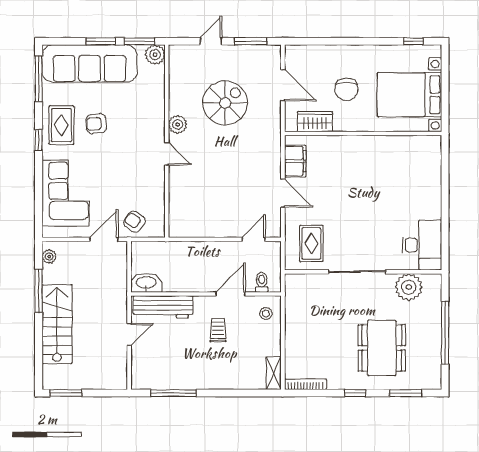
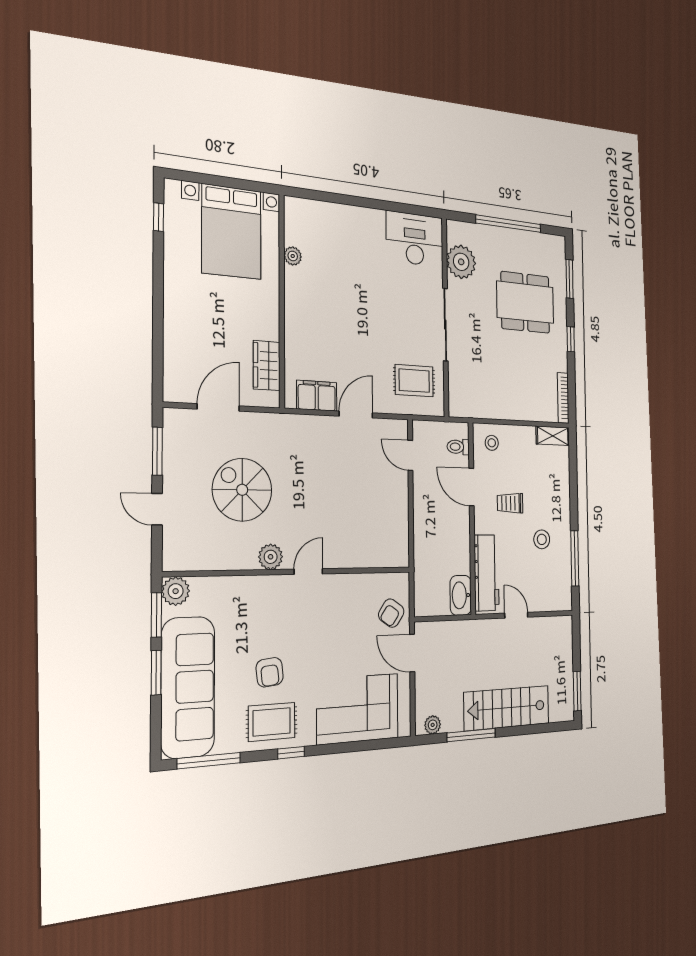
chair: (346, 89) -> (224, 319), removed
plant: (397, 142) -> (293, 256), added
stool: (189, 360) -> (542, 539), added

